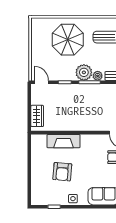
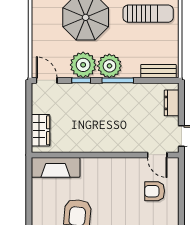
plant: (98, 76) -> (83, 65), moved, width x1.87, depth x1.87
fireplace: (64, 141) -> (56, 167), moved

